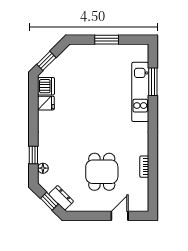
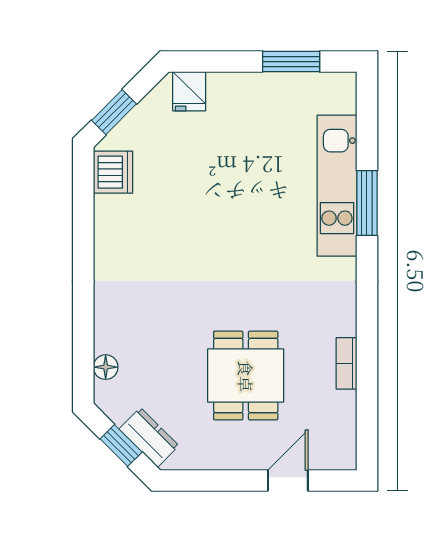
window: (107, 40) -> (291, 62), moved
window: (153, 82) -> (367, 203), moved
fridge: (46, 103) -> (189, 91), moved, turned 90
window: (33, 155) -> (83, 336), removed

